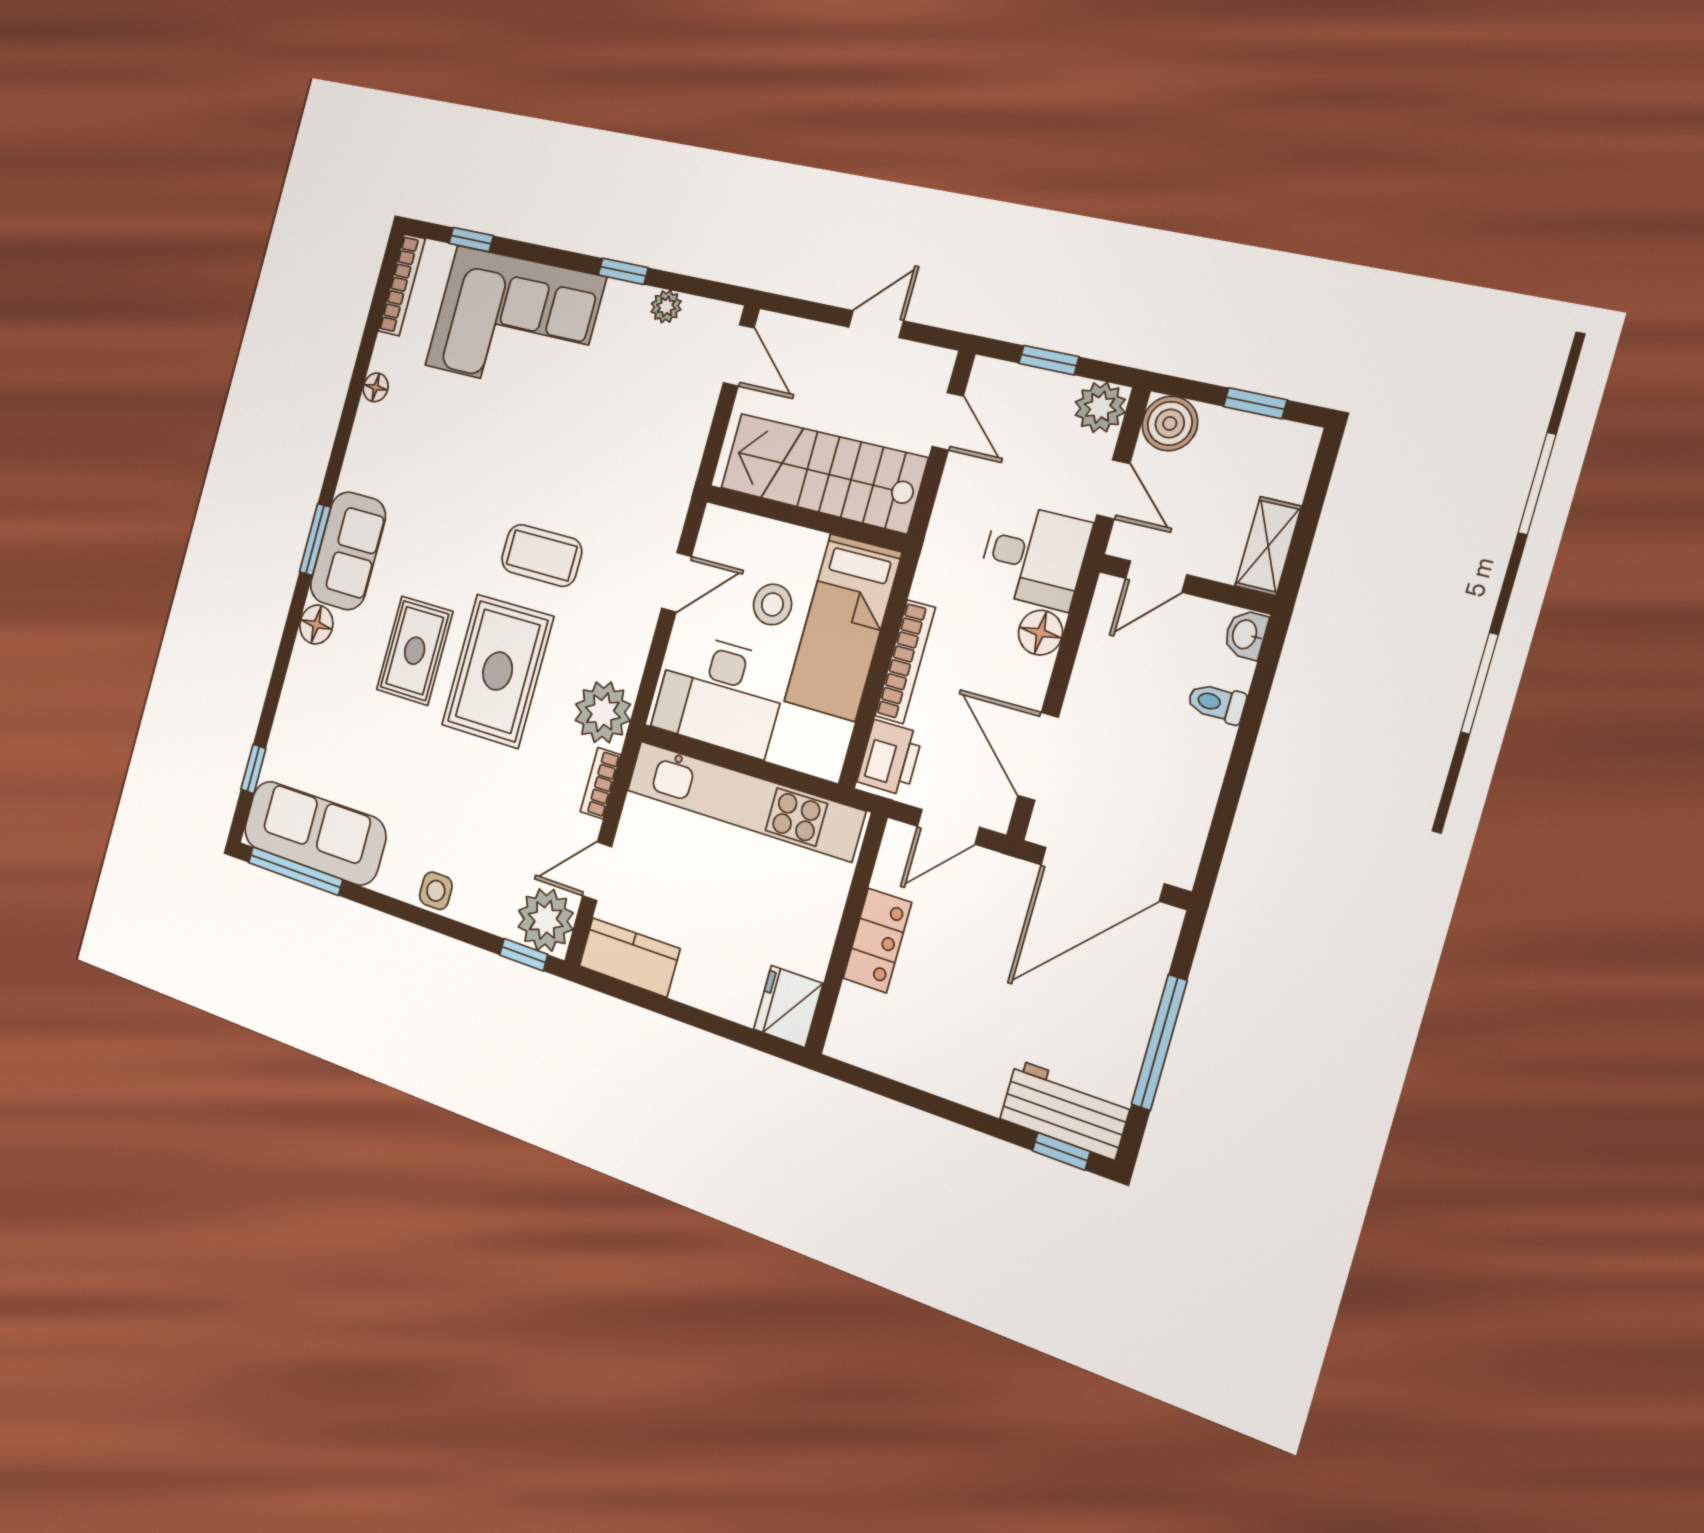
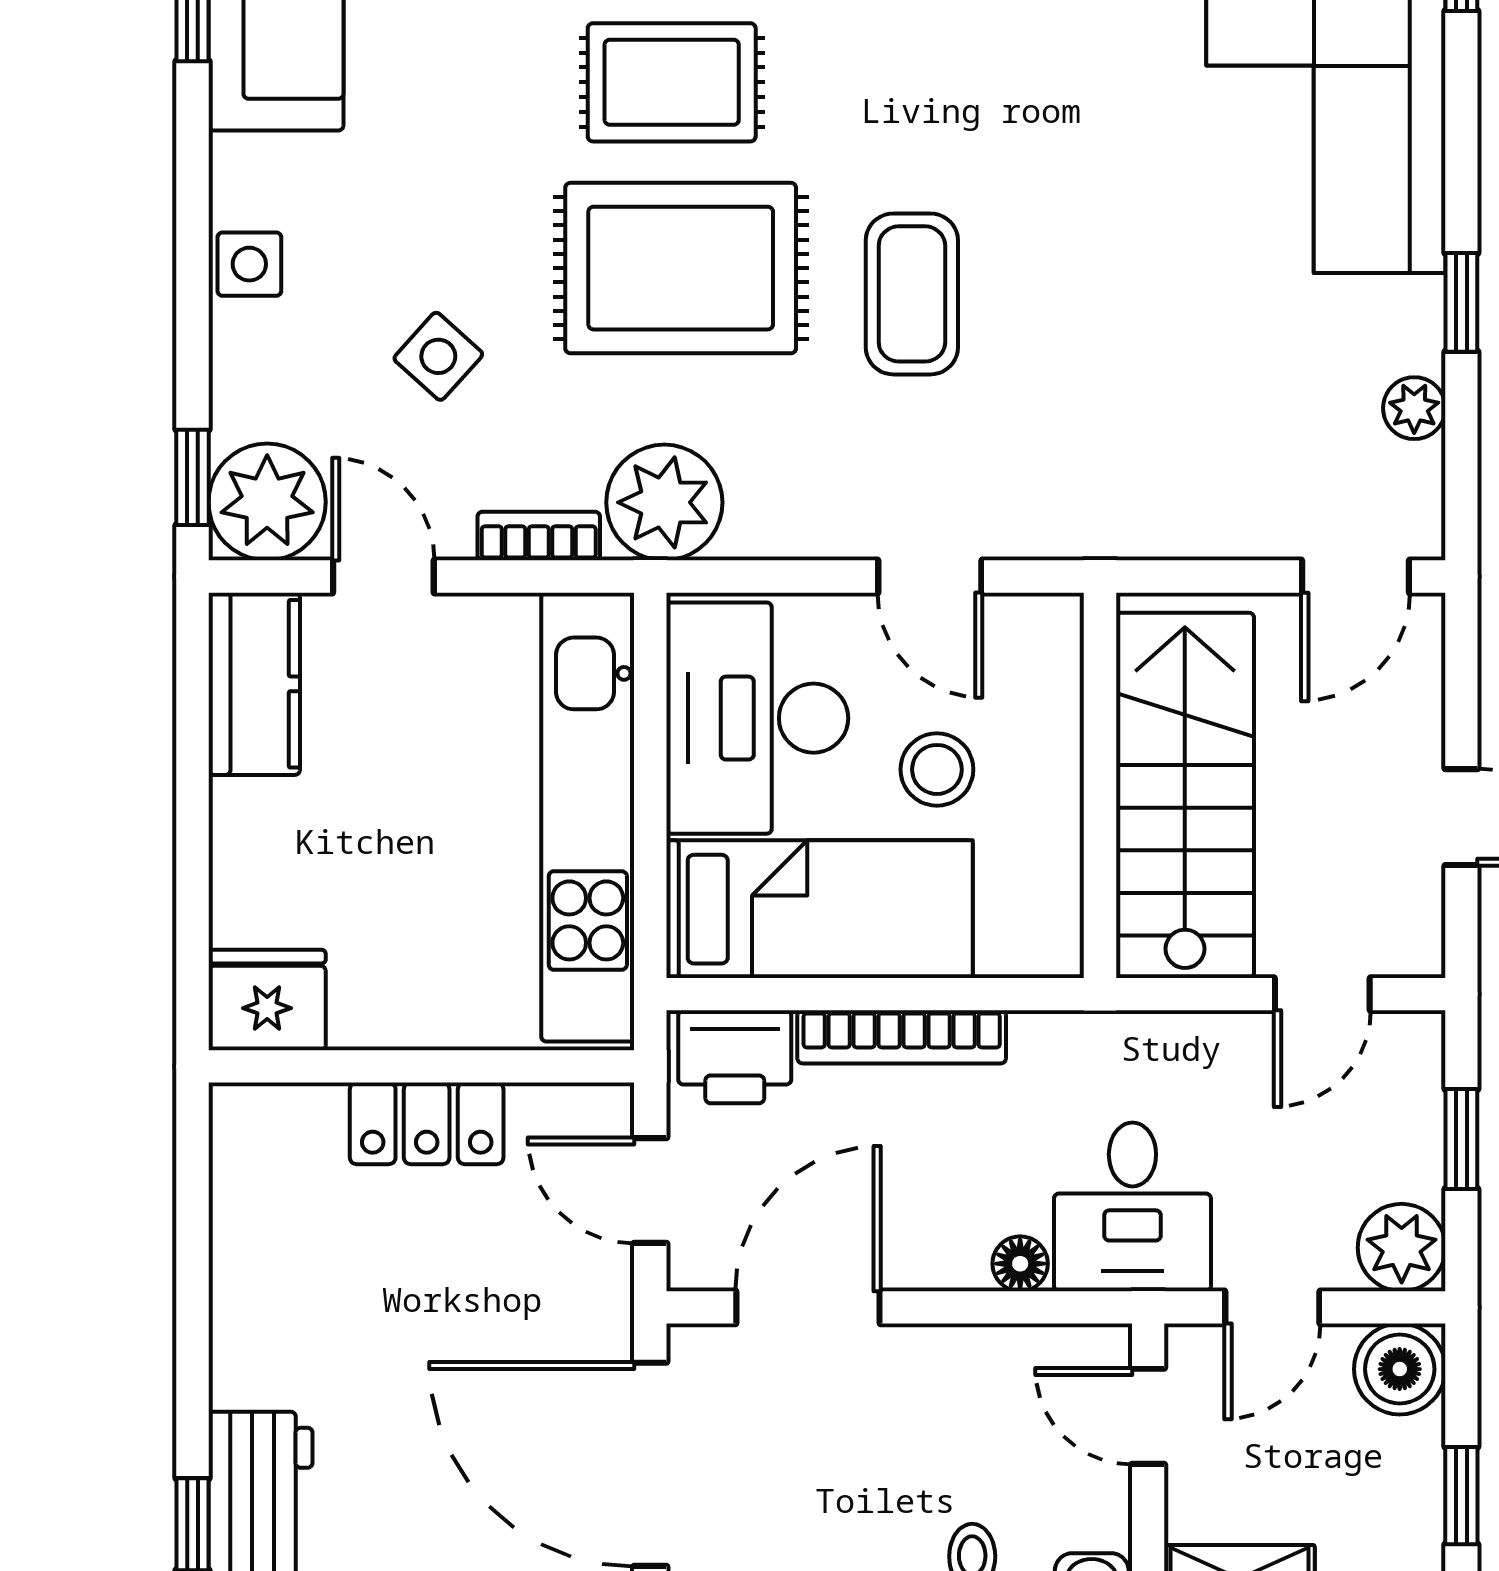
bed: (843, 627) -> (820, 909), moved, turned 180
floor lamp: (1040, 633) -> (1020, 1264), width x0.73, depth x0.73
side table: (503, 808) -> (438, 356), added

